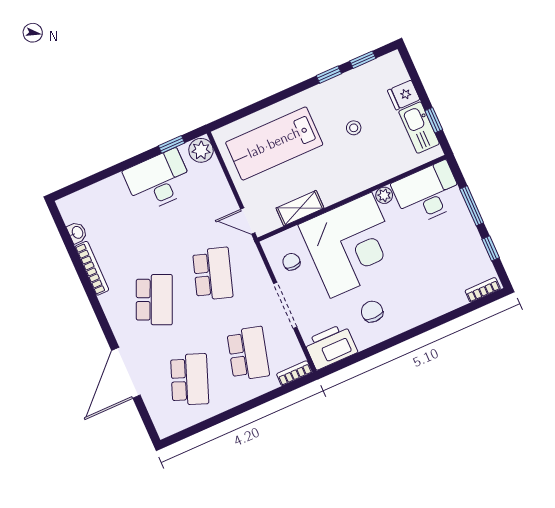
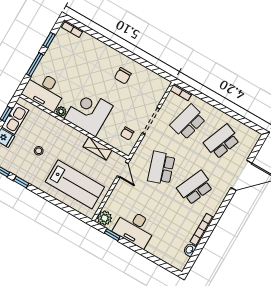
corner desk: (351, 245) -> (89, 112), width x0.74, depth x0.74
school desk: (213, 274) -> (161, 168), turned -36
printer: (331, 346) -> (155, 84), removed

